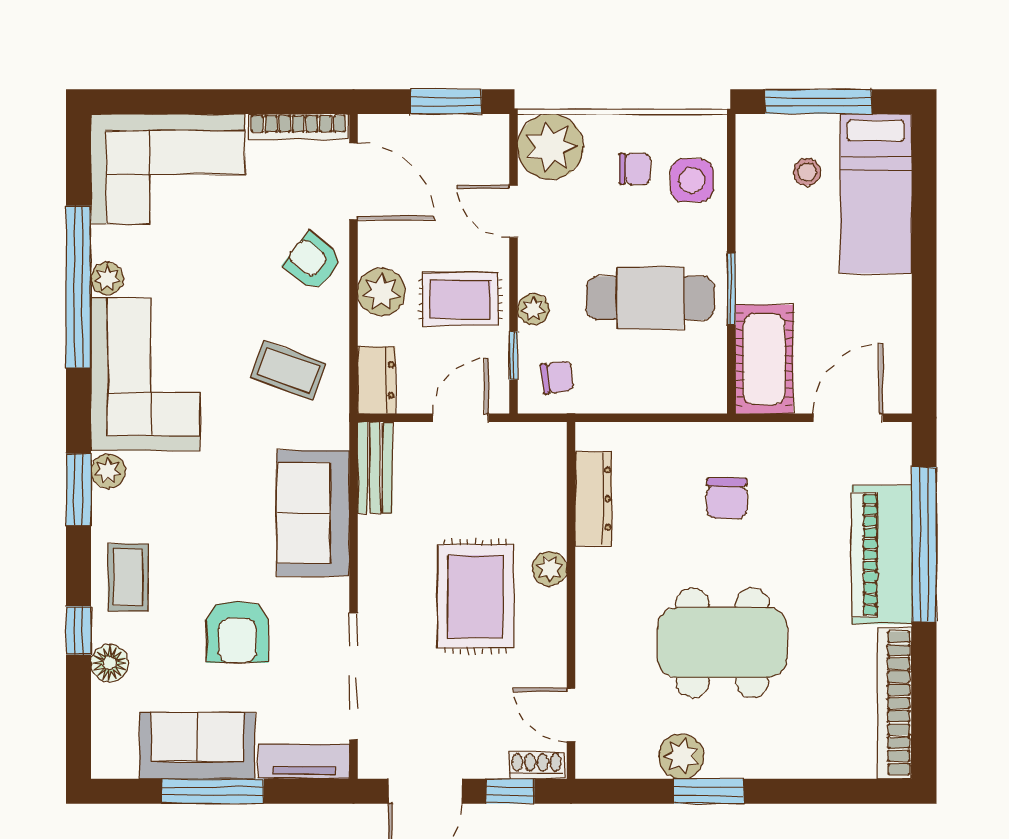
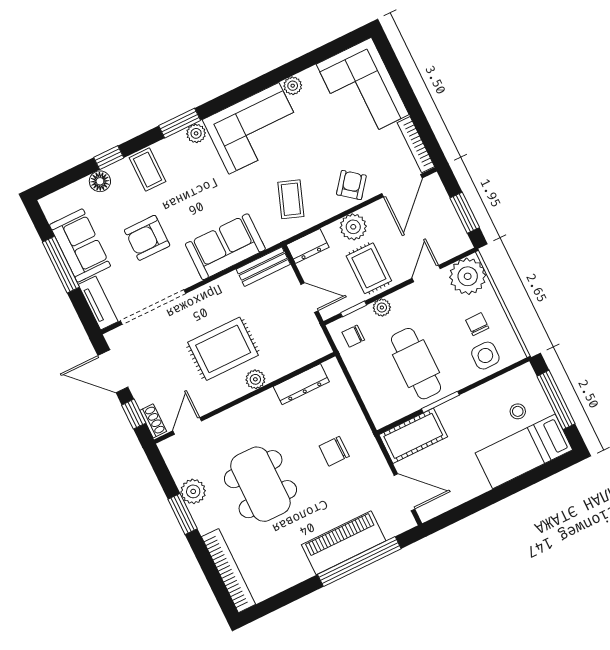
chair: (635, 169) -> (477, 324), turned 180
window: (78, 287) -> (281, 73), removed
chair: (557, 377) -> (353, 336), turned 98
coffee table: (128, 578) -> (148, 170), turned 90
bookcase: (895, 703) -> (229, 571), moved, turned 90

